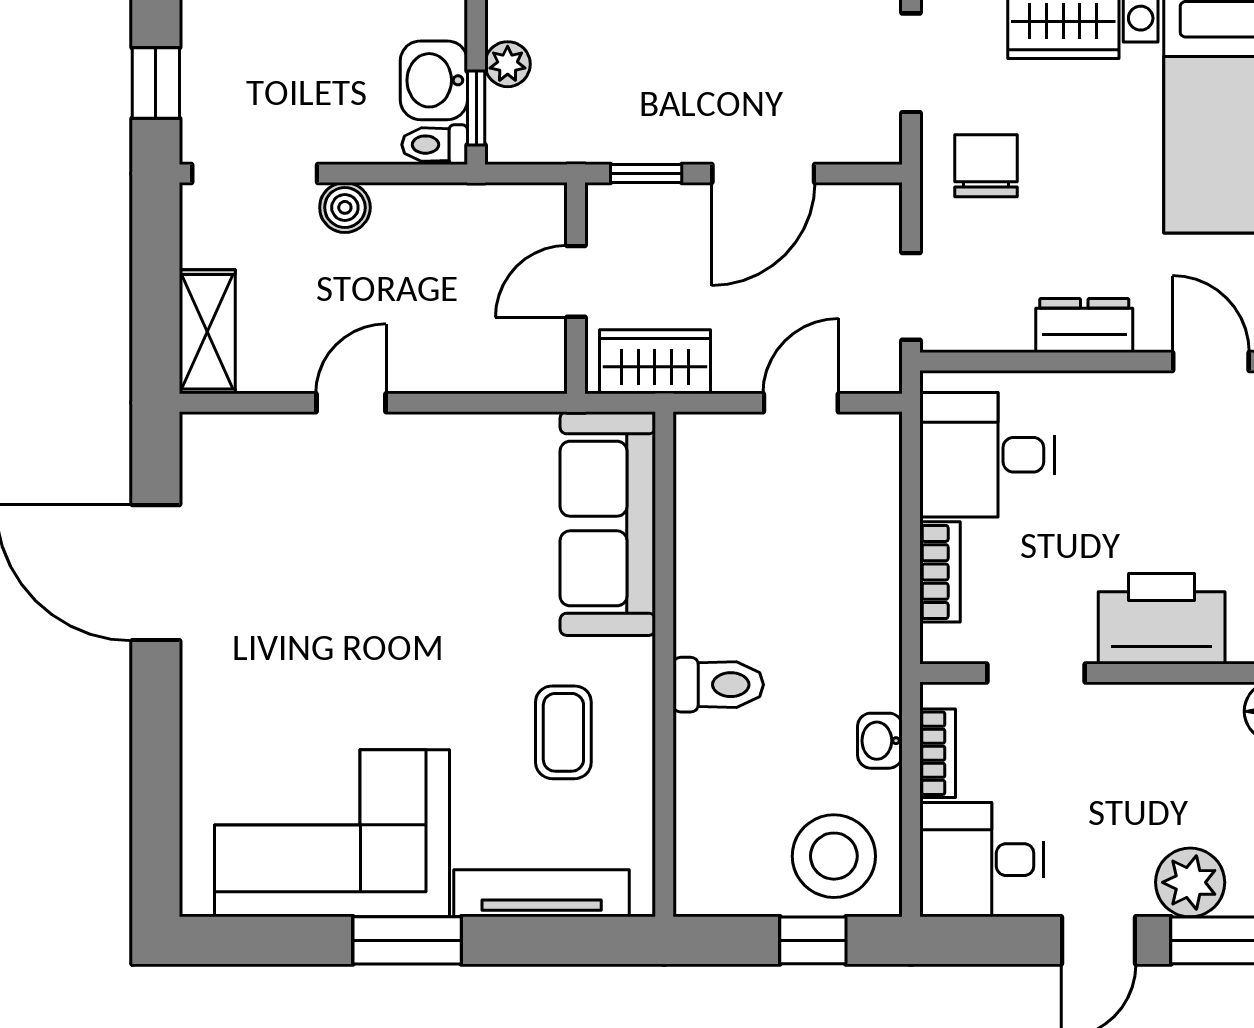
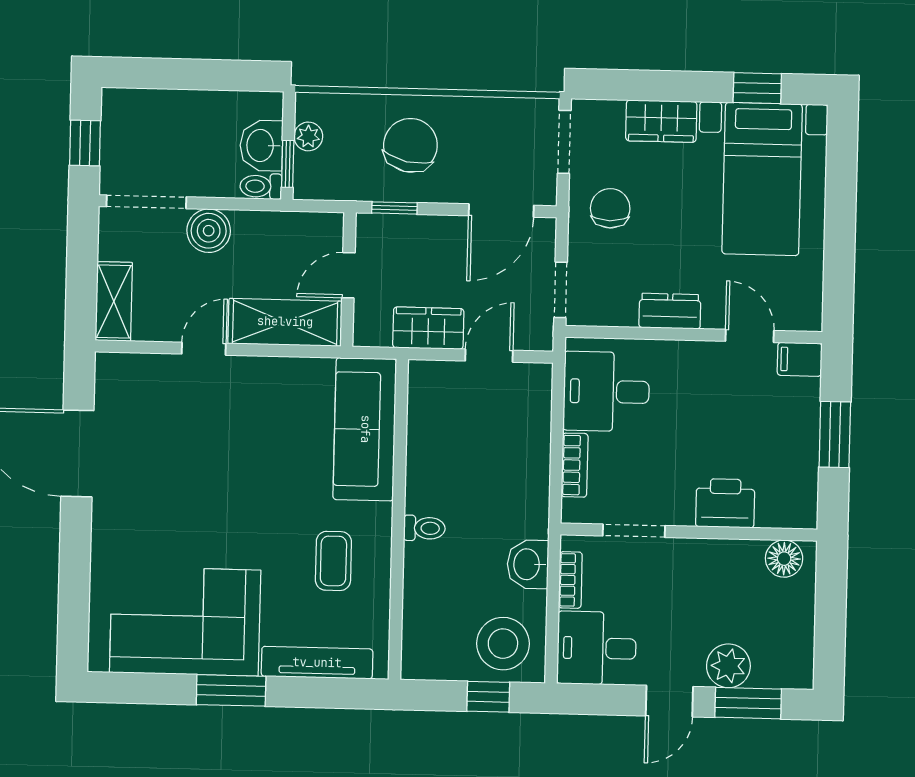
chair: (669, 74) -> (410, 145), added
door: (763, 173) -> (501, 211), moved
boiler: (345, 207) -> (209, 231), width x1.36, depth x1.36
shelving: (478, 358) -> (285, 322), added
wardrobe: (655, 362) -> (428, 328), moved
printer: (1162, 619) -> (725, 503), width x0.73, depth x0.84
toilet: (718, 685) -> (424, 528), width x0.73, depth x0.72
washbasin: (880, 741) -> (528, 564), width x1.38, depth x1.45

